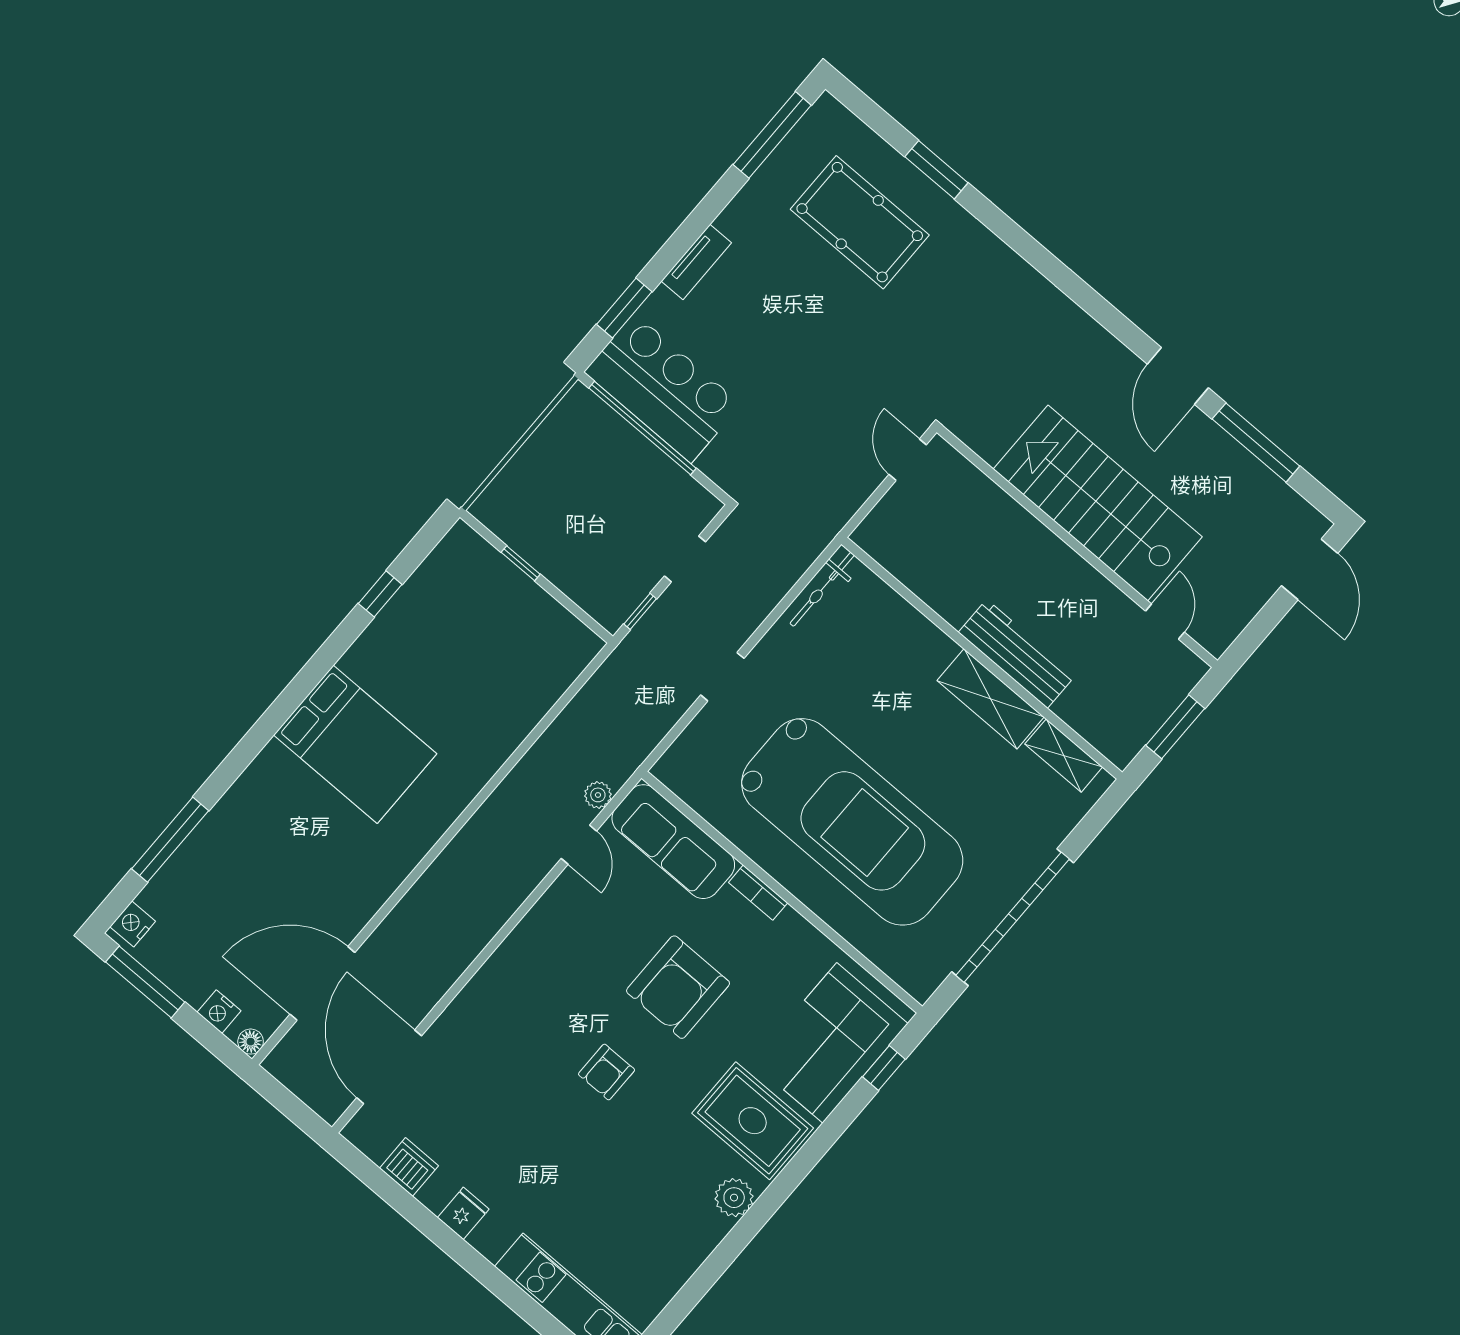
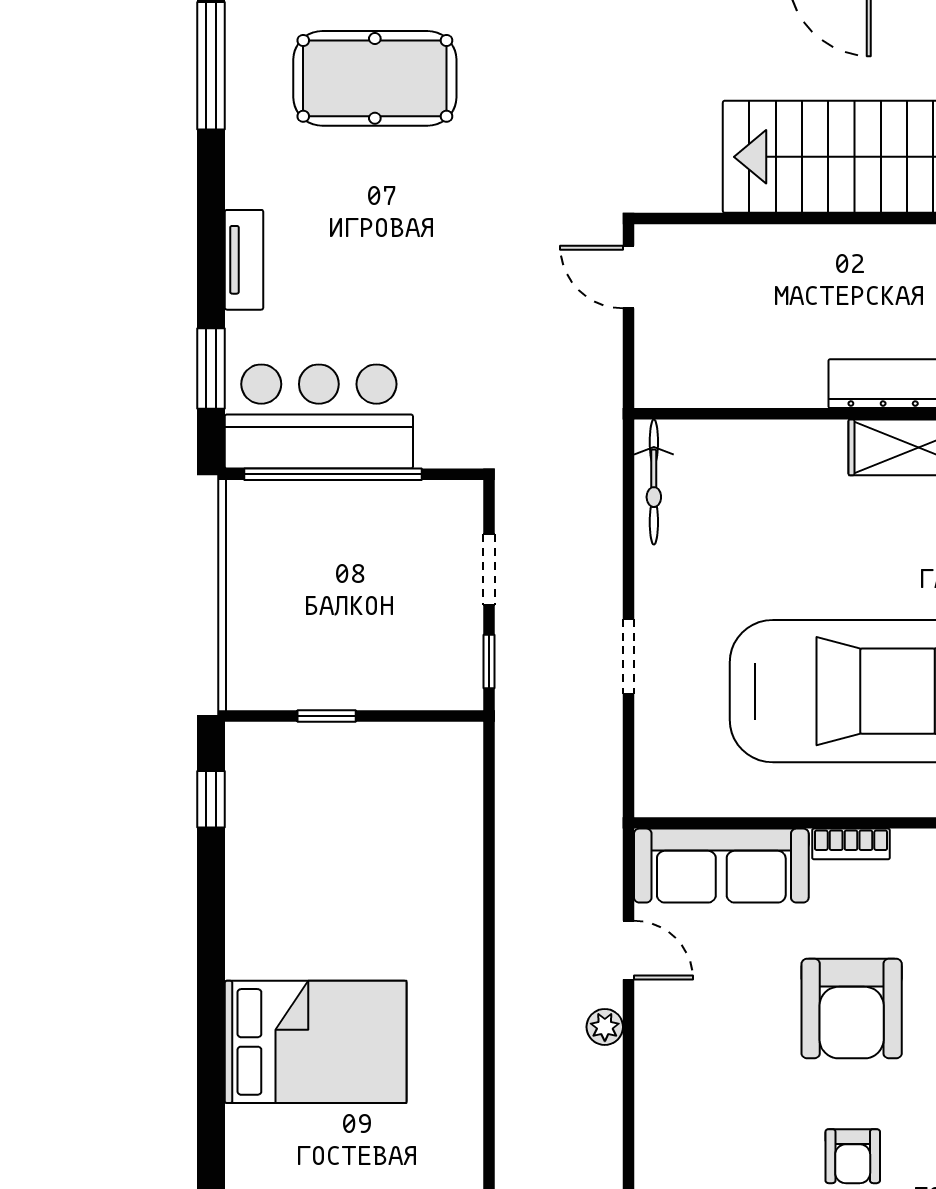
window: (380, 594) -> (211, 799), moved
plant: (598, 795) -> (605, 1027), moved

